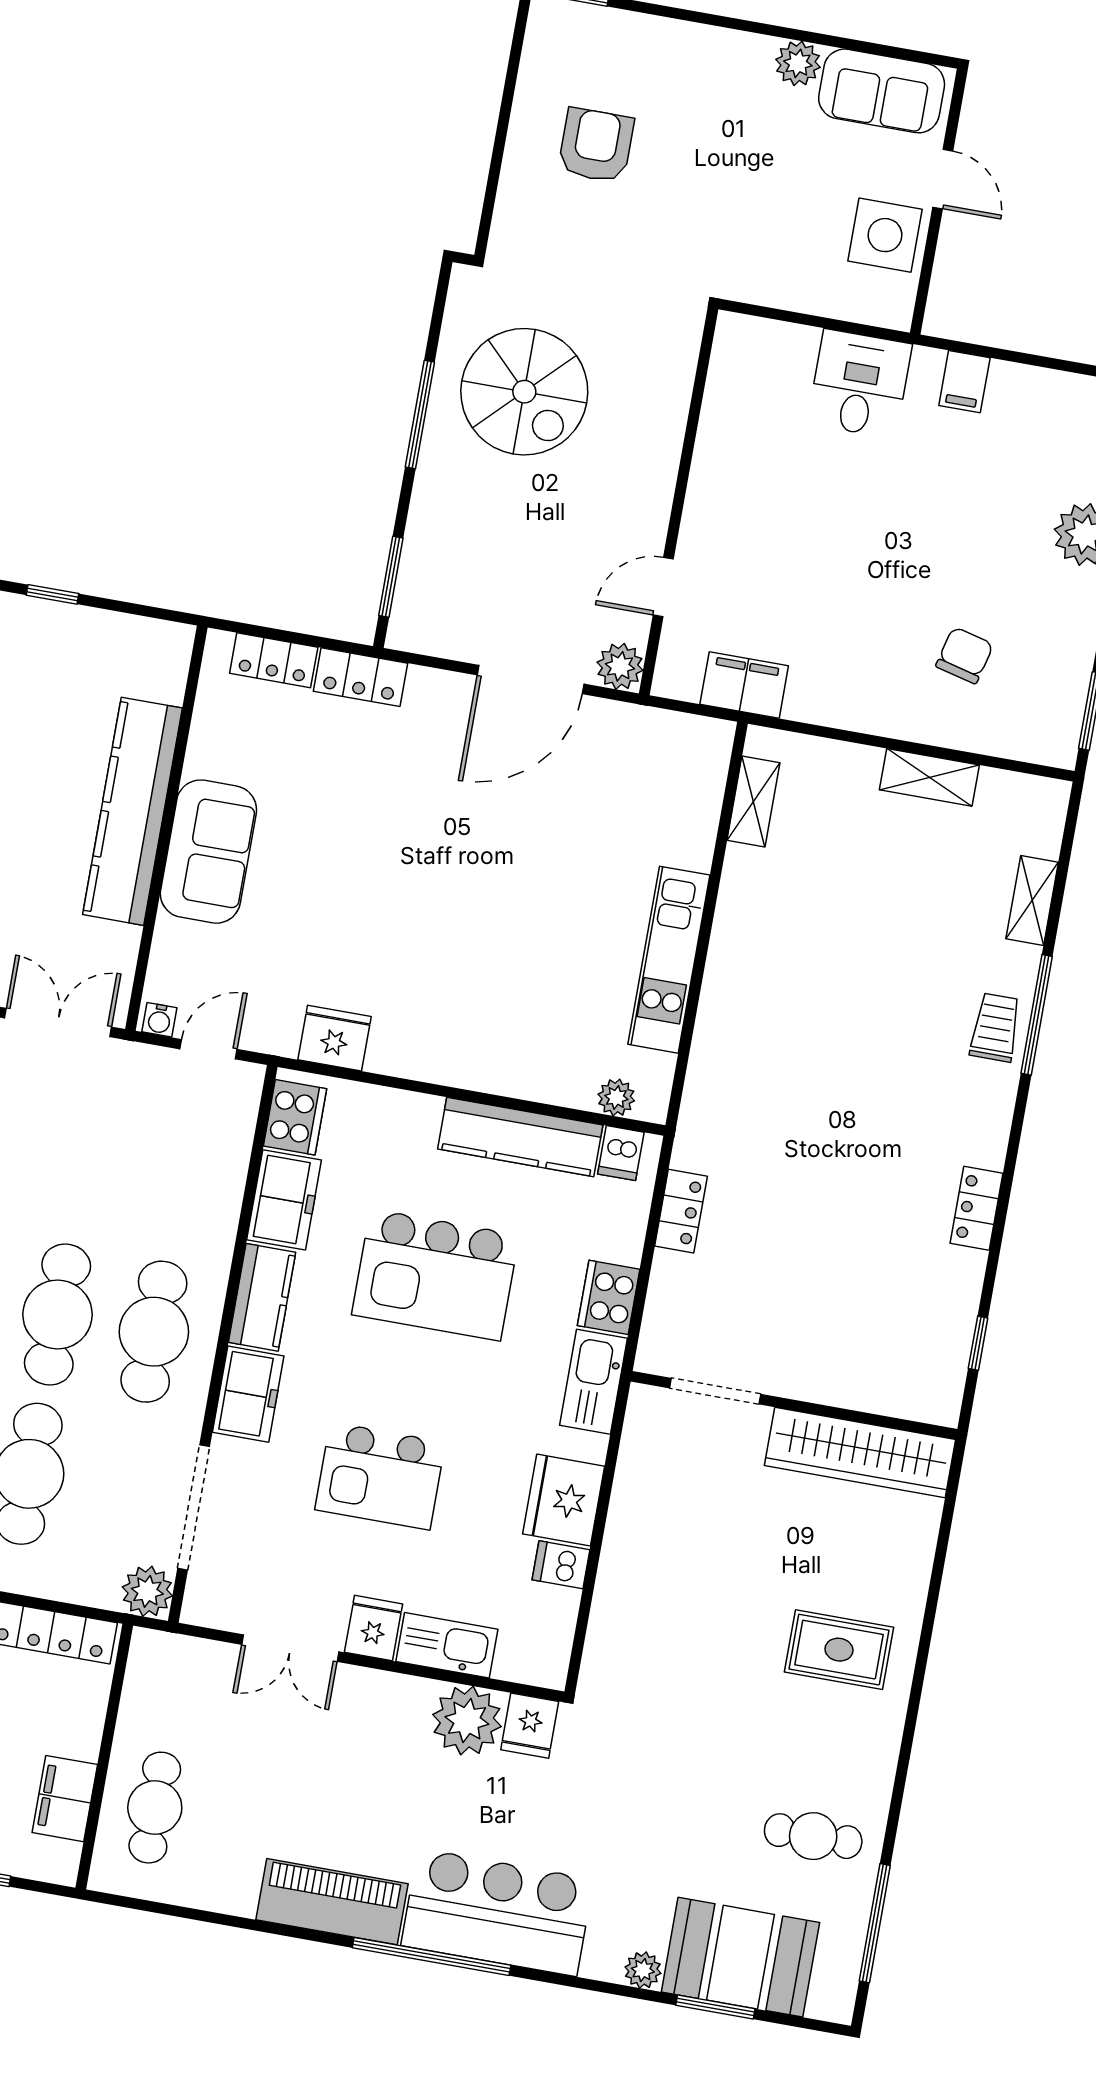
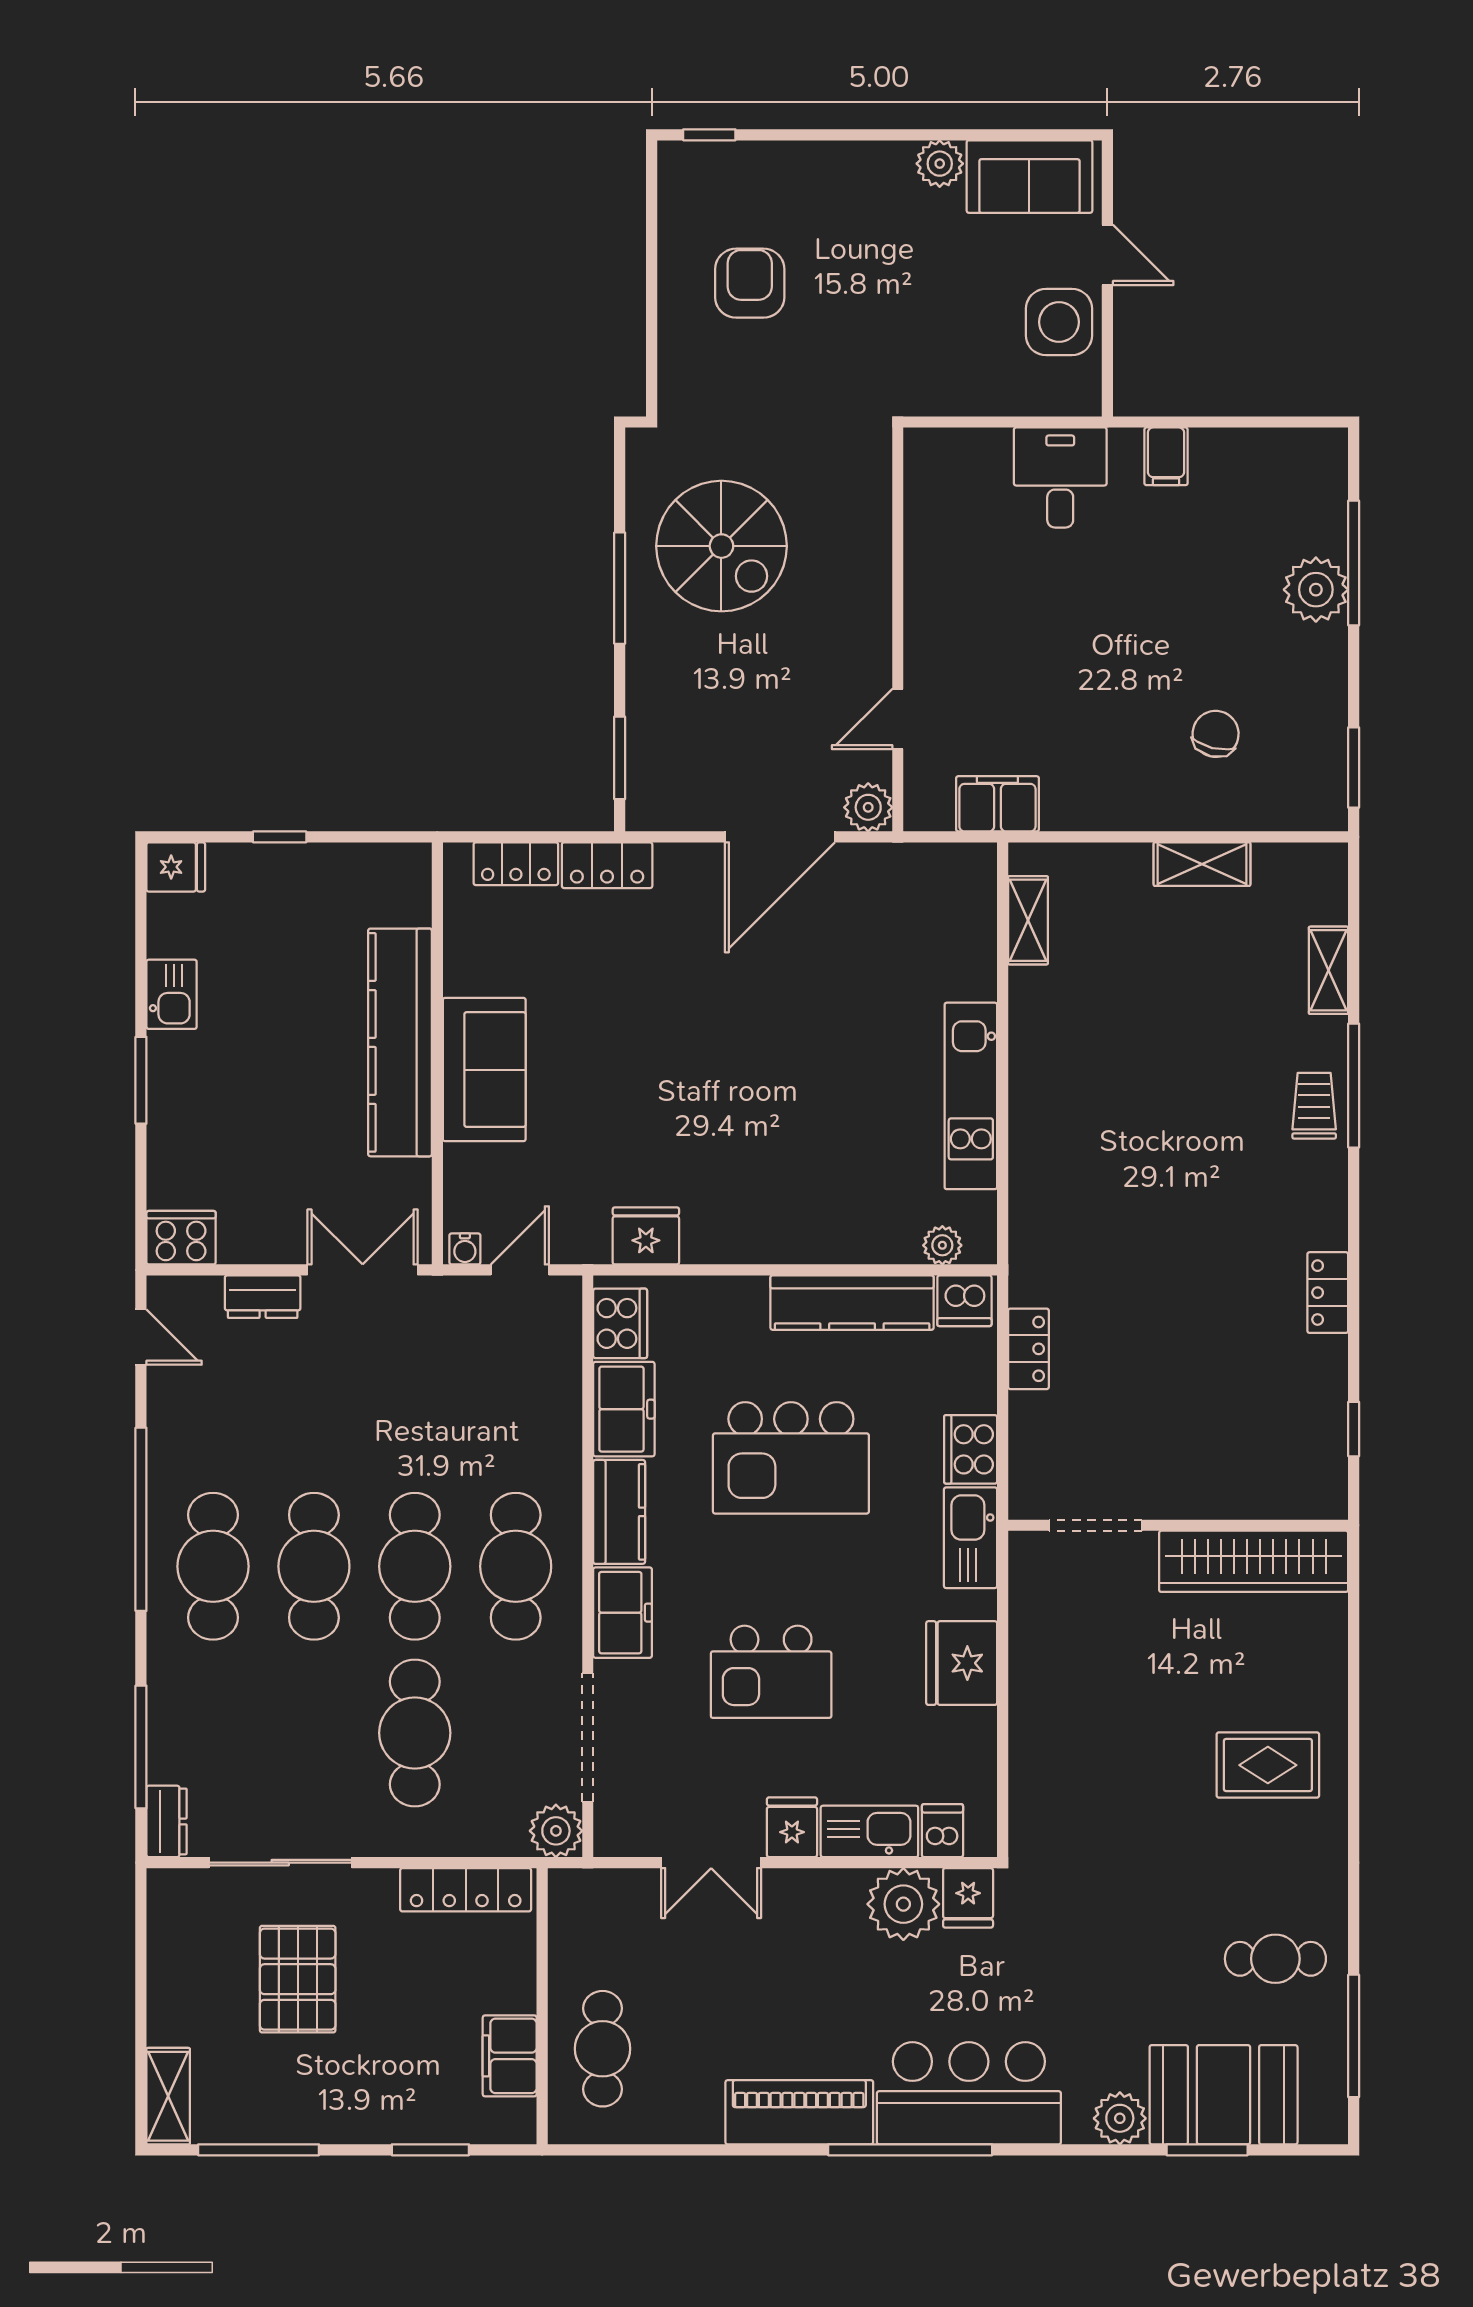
dishwasher: (621, 1153) -> (964, 1301), width x1.38
dishwasher: (561, 1565) -> (942, 1831), moved, turned 90
plant: (643, 1970) -> (1120, 2118), width x1.38, depth x1.38

